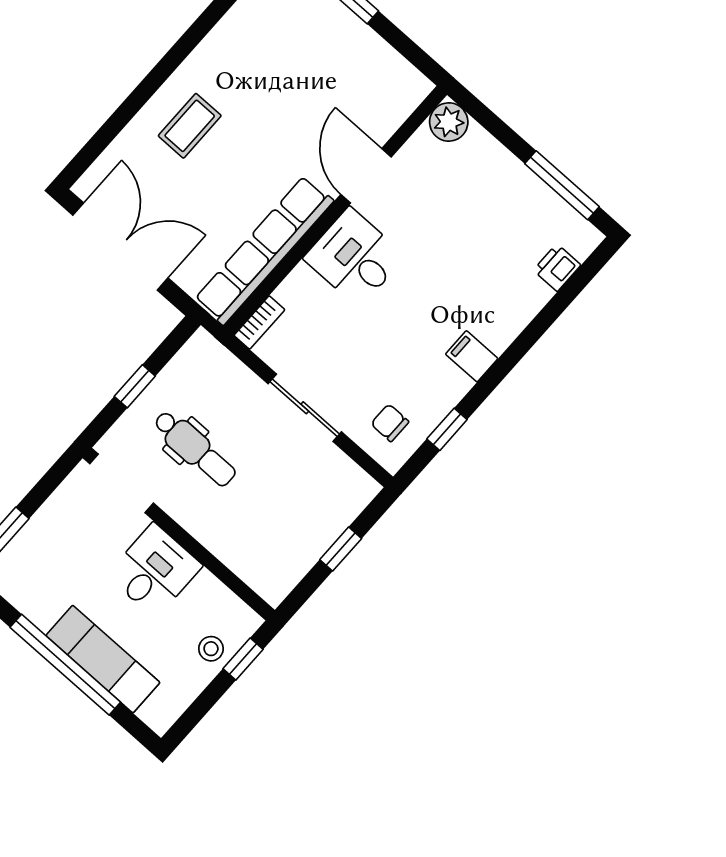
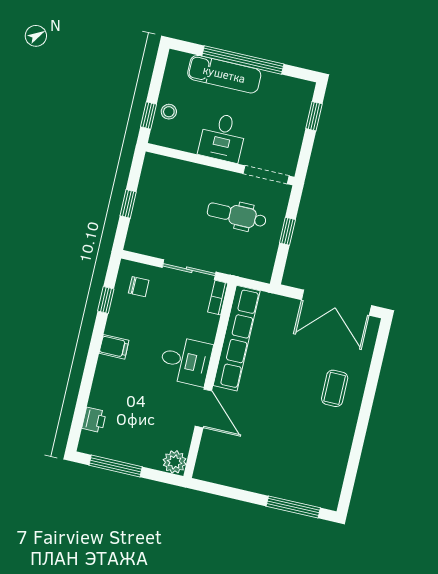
plant: (449, 122) -> (175, 462), moved
door: (366, 176) -> (203, 408), moved
wall: (335, 211) -> (210, 381), moved
row of seats: (264, 250) -> (237, 338), moved
desk: (354, 257) -> (186, 361), moved
bookcase: (259, 322) -> (218, 298), moved

